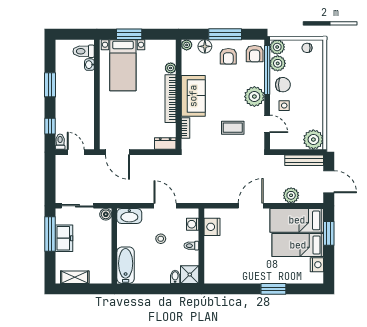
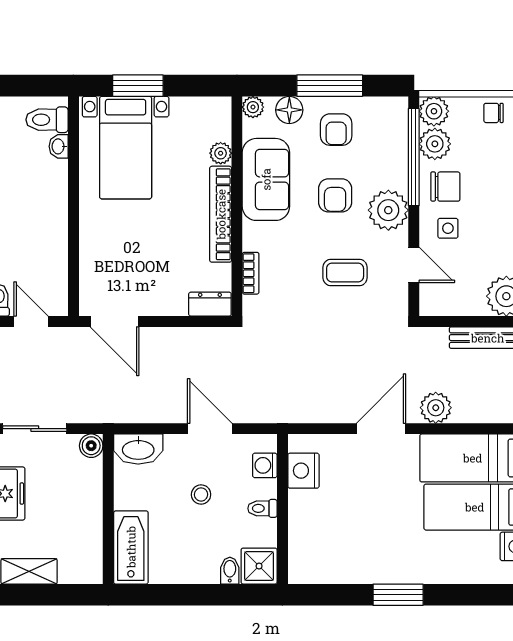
armchair: (255, 54) -> (335, 195), moved
sofa: (193, 96) -> (266, 179), moved
plant: (291, 195) -> (436, 408), moved
window: (273, 289) -> (398, 595), moved

